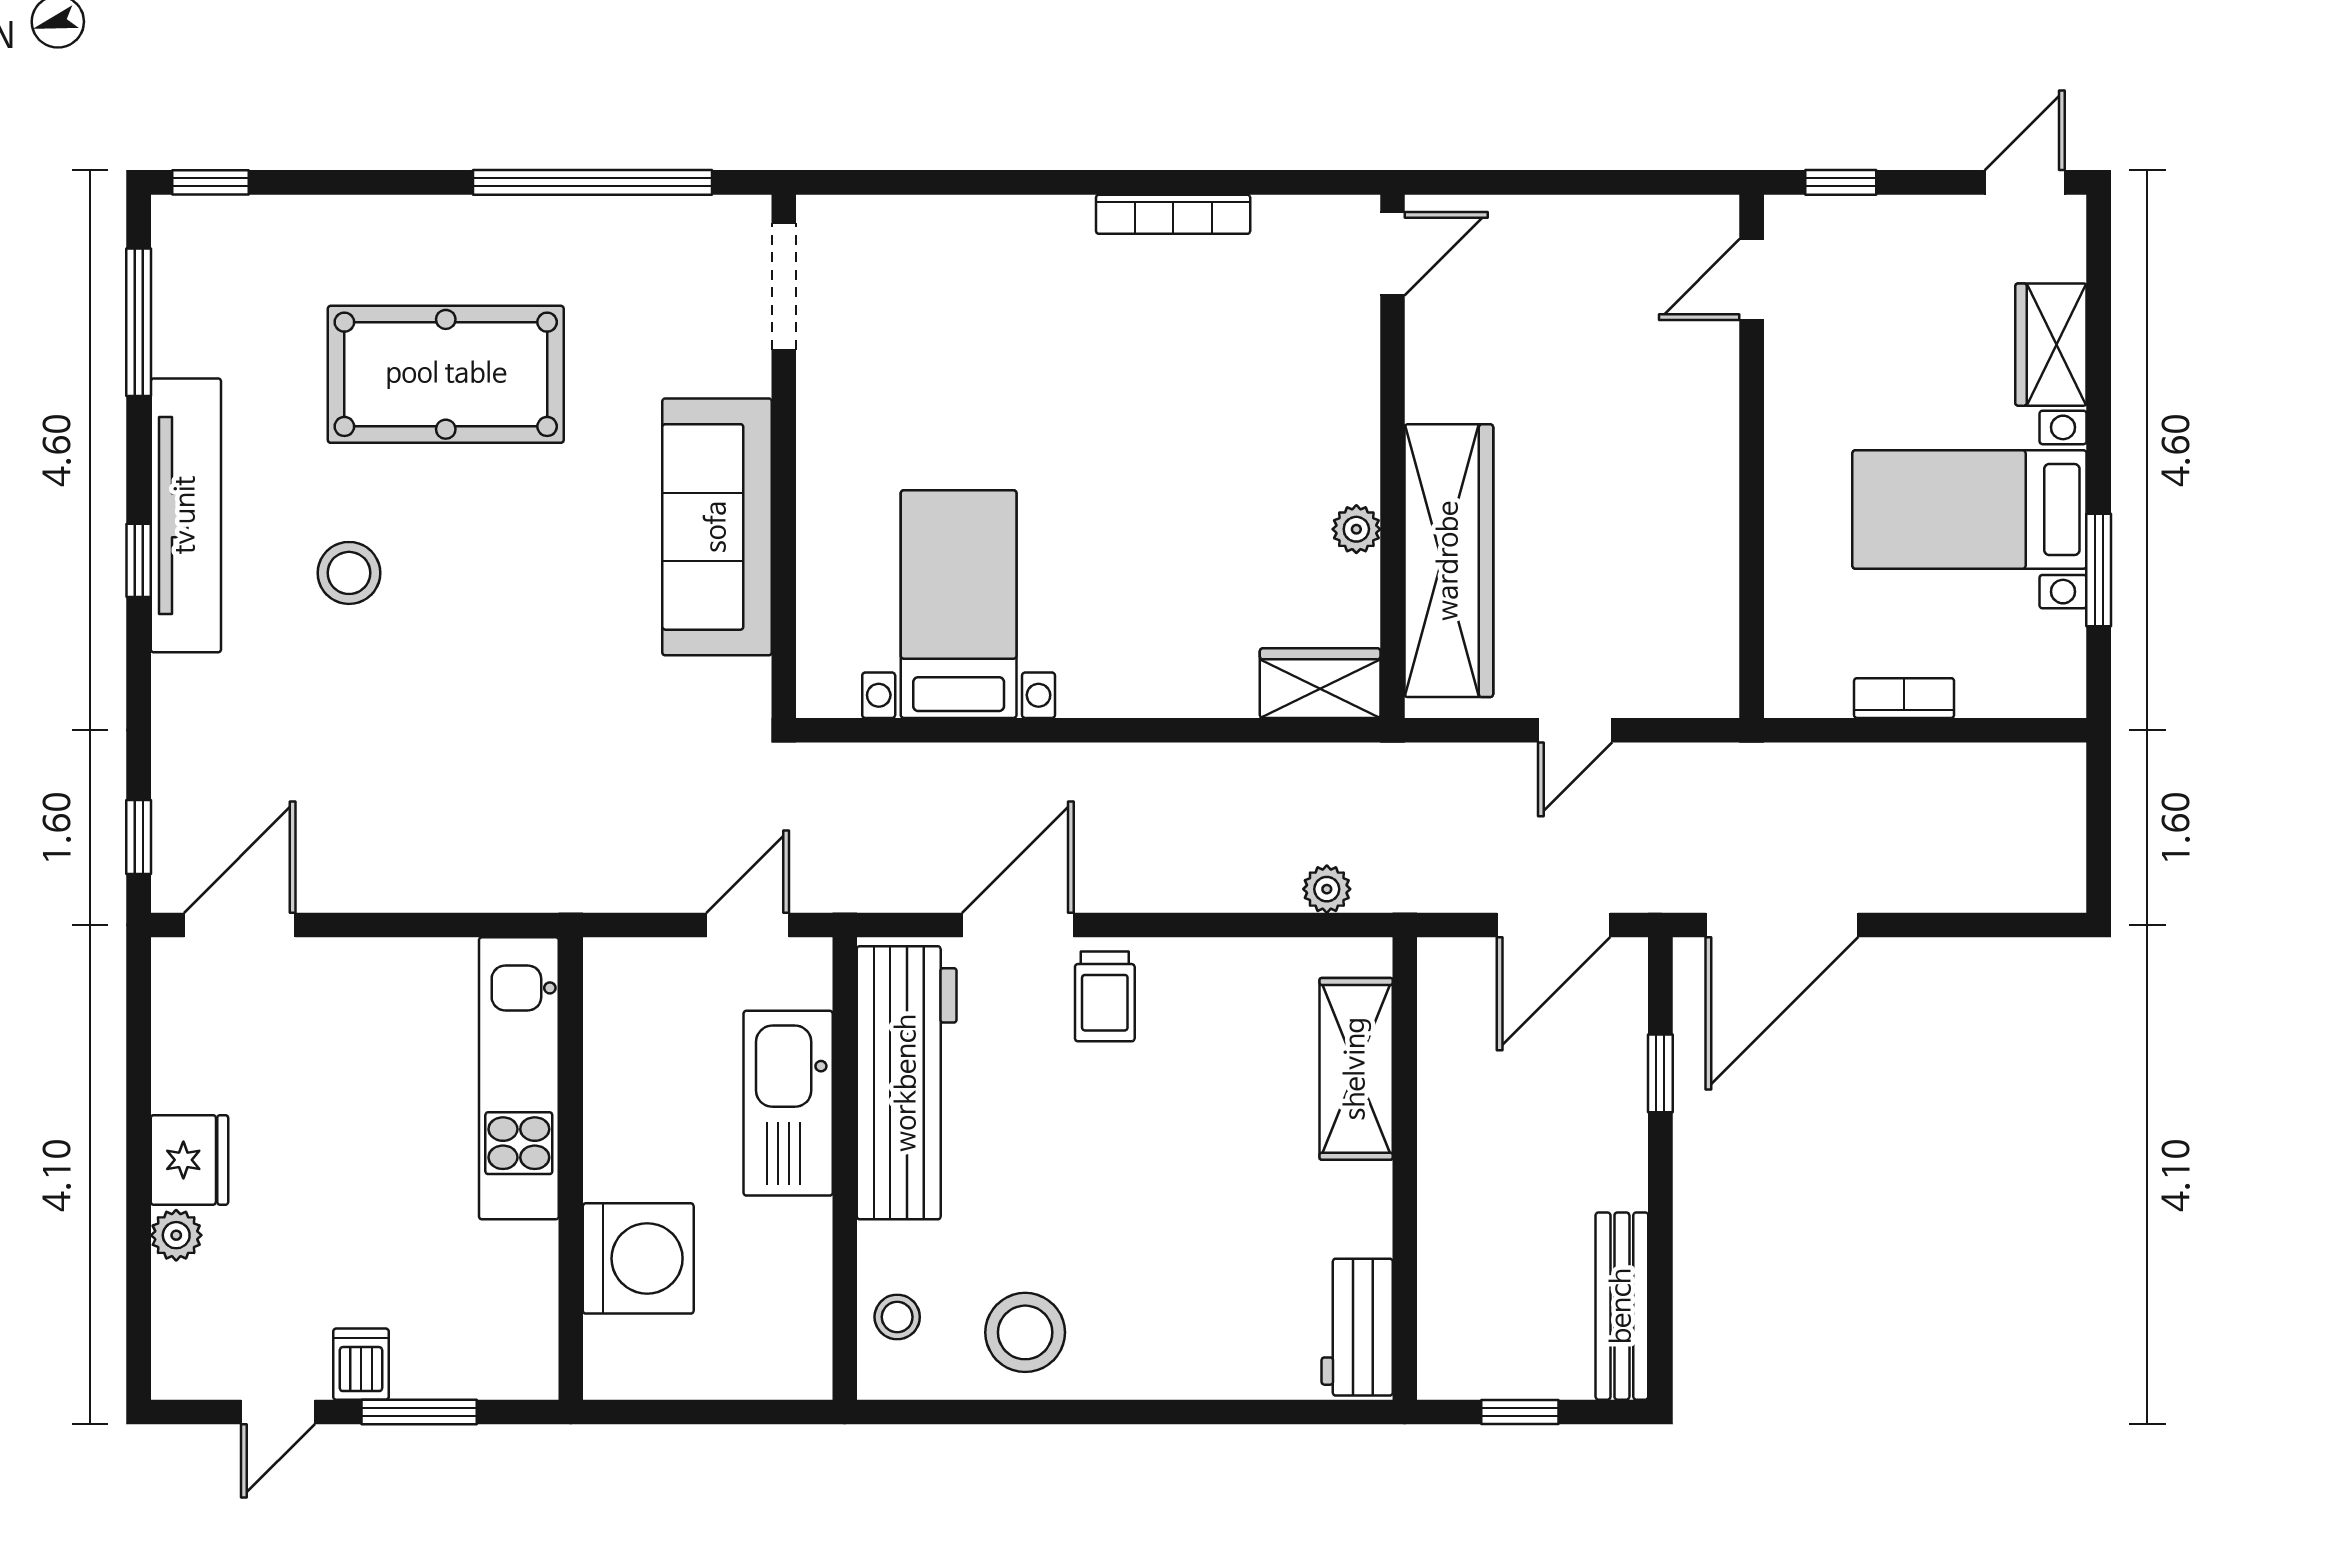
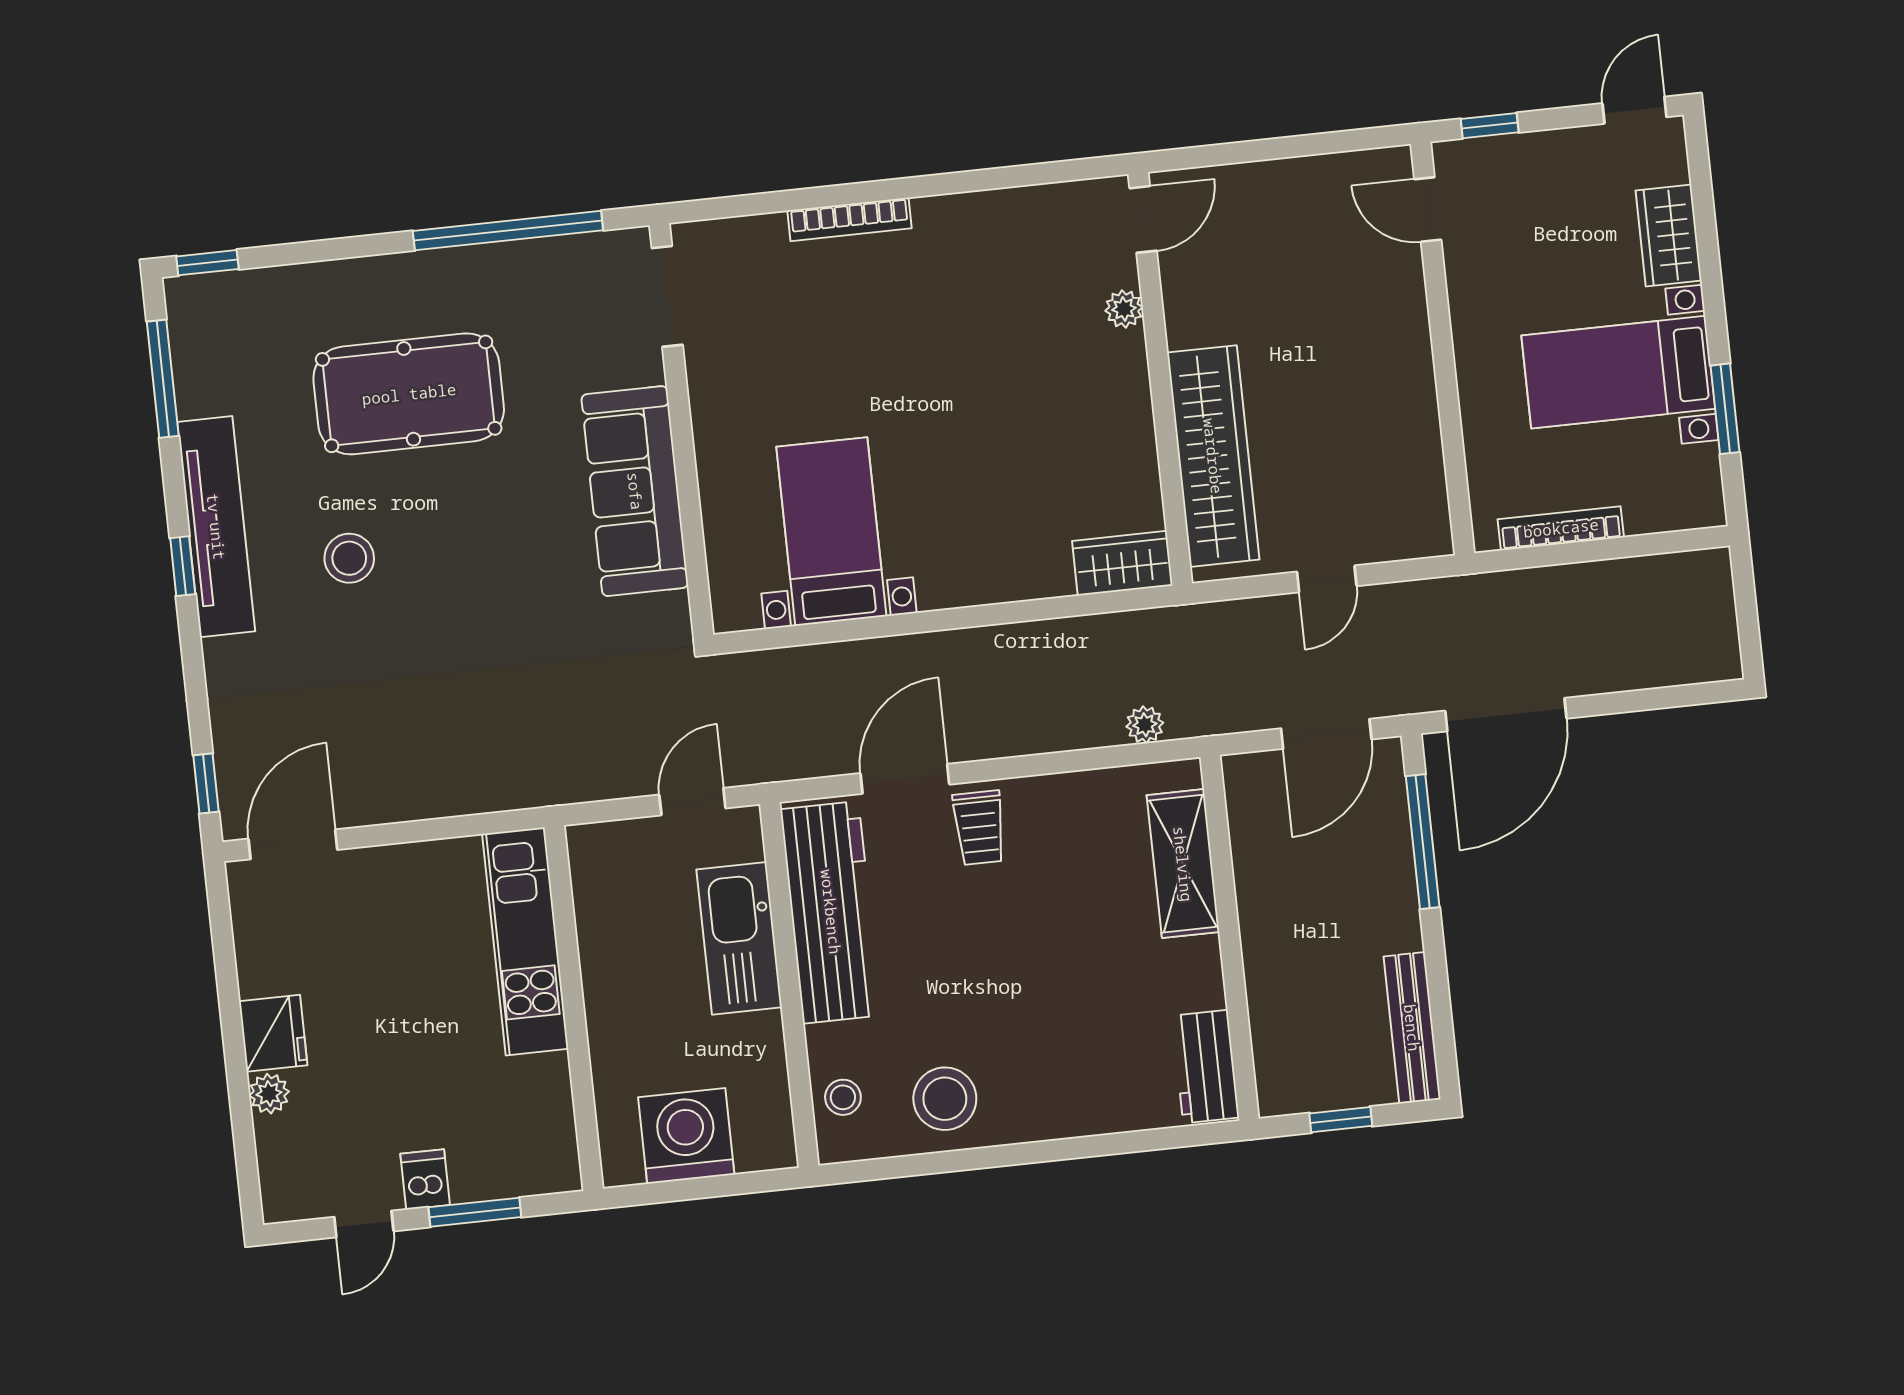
bookcase: (1173, 214) -> (850, 219), moved
door: (1752, 279) -> (1428, 209), hinge flipped
plant: (1356, 529) -> (1124, 309), moved
bookcase: (1904, 698) -> (1561, 528), width x1.56
window: (1660, 1073) -> (1423, 842), width x2.17
washing machine: (638, 1258) -> (686, 1136), moved, turned -90

